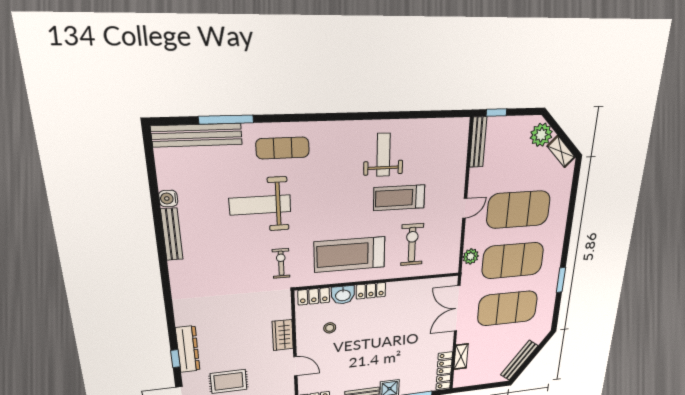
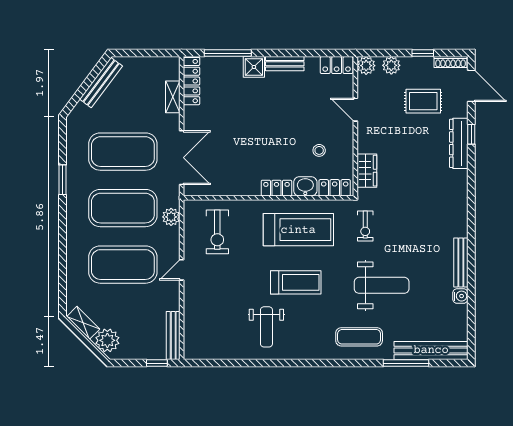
treadmill: (399, 198) -> (296, 282), moved
exercise bike: (412, 245) -> (217, 232), moved
wardrobe: (283, 335) -> (367, 171), moved

